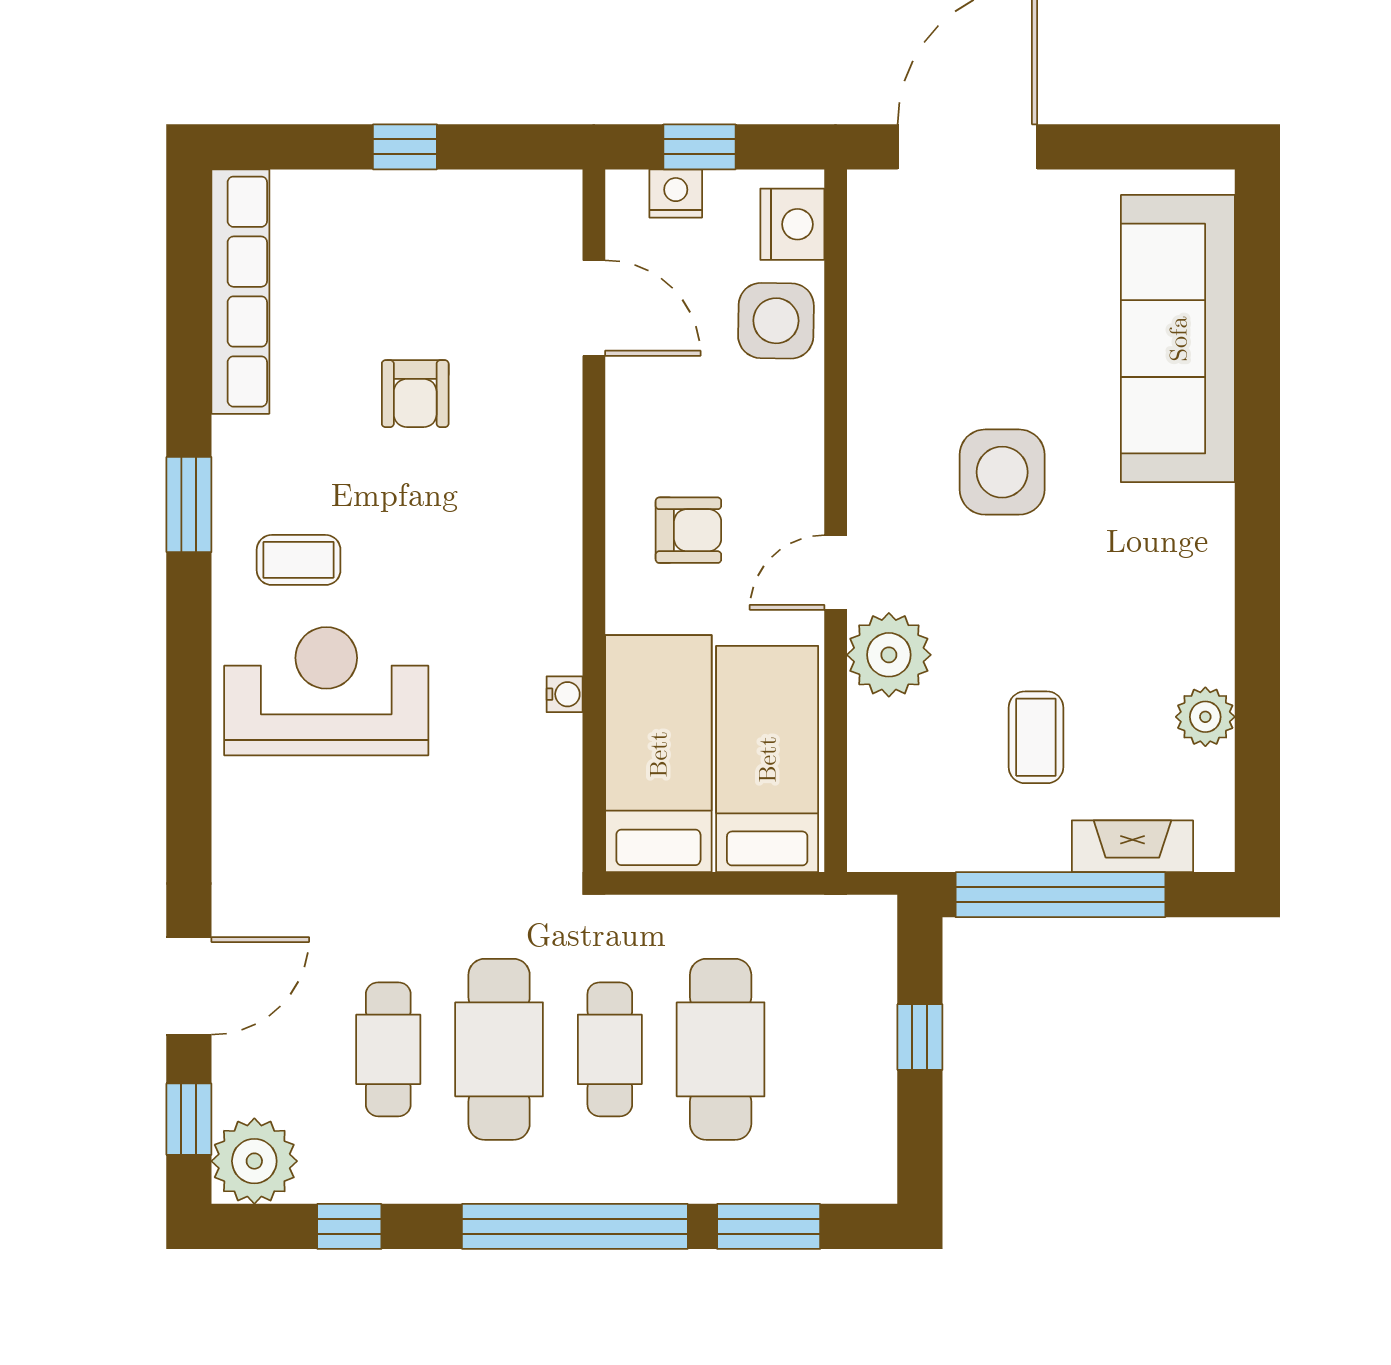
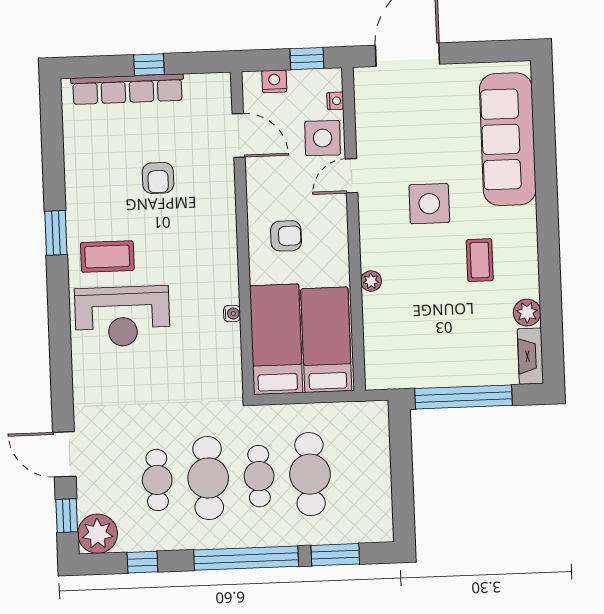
window: (699, 147) -> (307, 59), moved
nightstand: (792, 224) -> (335, 101), width x0.53, depth x0.56
row of seats: (240, 292) -> (127, 89), moved, turned 90
coffee table: (299, 560) -> (107, 256), width x1.36, depth x1.30
door: (836, 573) -> (352, 176), moved
plant: (889, 655) -> (371, 281), width x0.53, depth x0.53
reception desk: (326, 691) -> (122, 316), turned 180
coffee table: (1036, 737) -> (480, 260), moved
fireplace: (1132, 846) -> (530, 356), moved, turned -90
door: (189, 986) -> (64, 454), swing flipped
window: (920, 1037) -> (401, 465), removed

